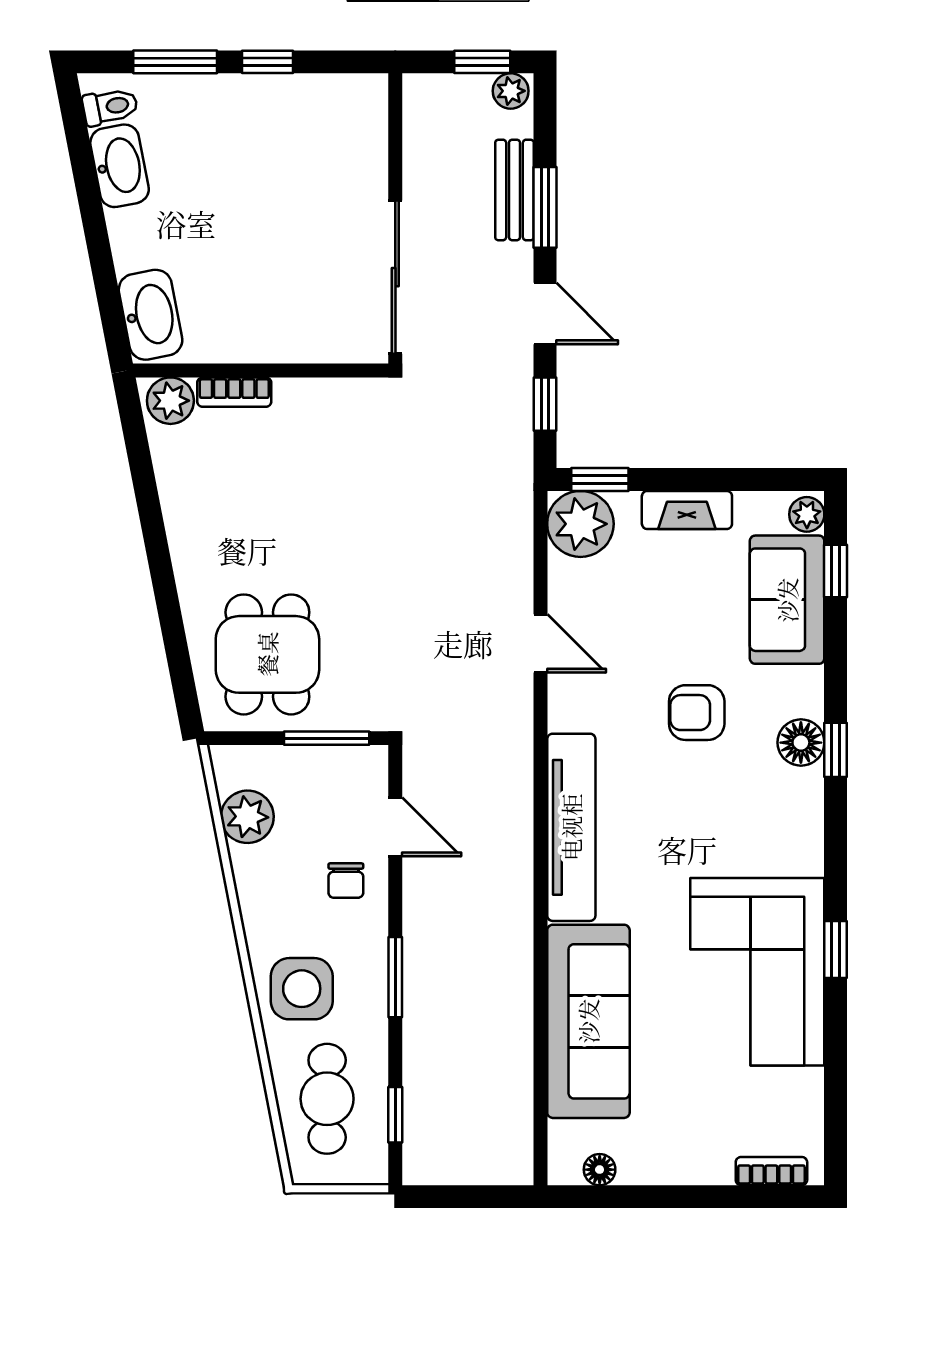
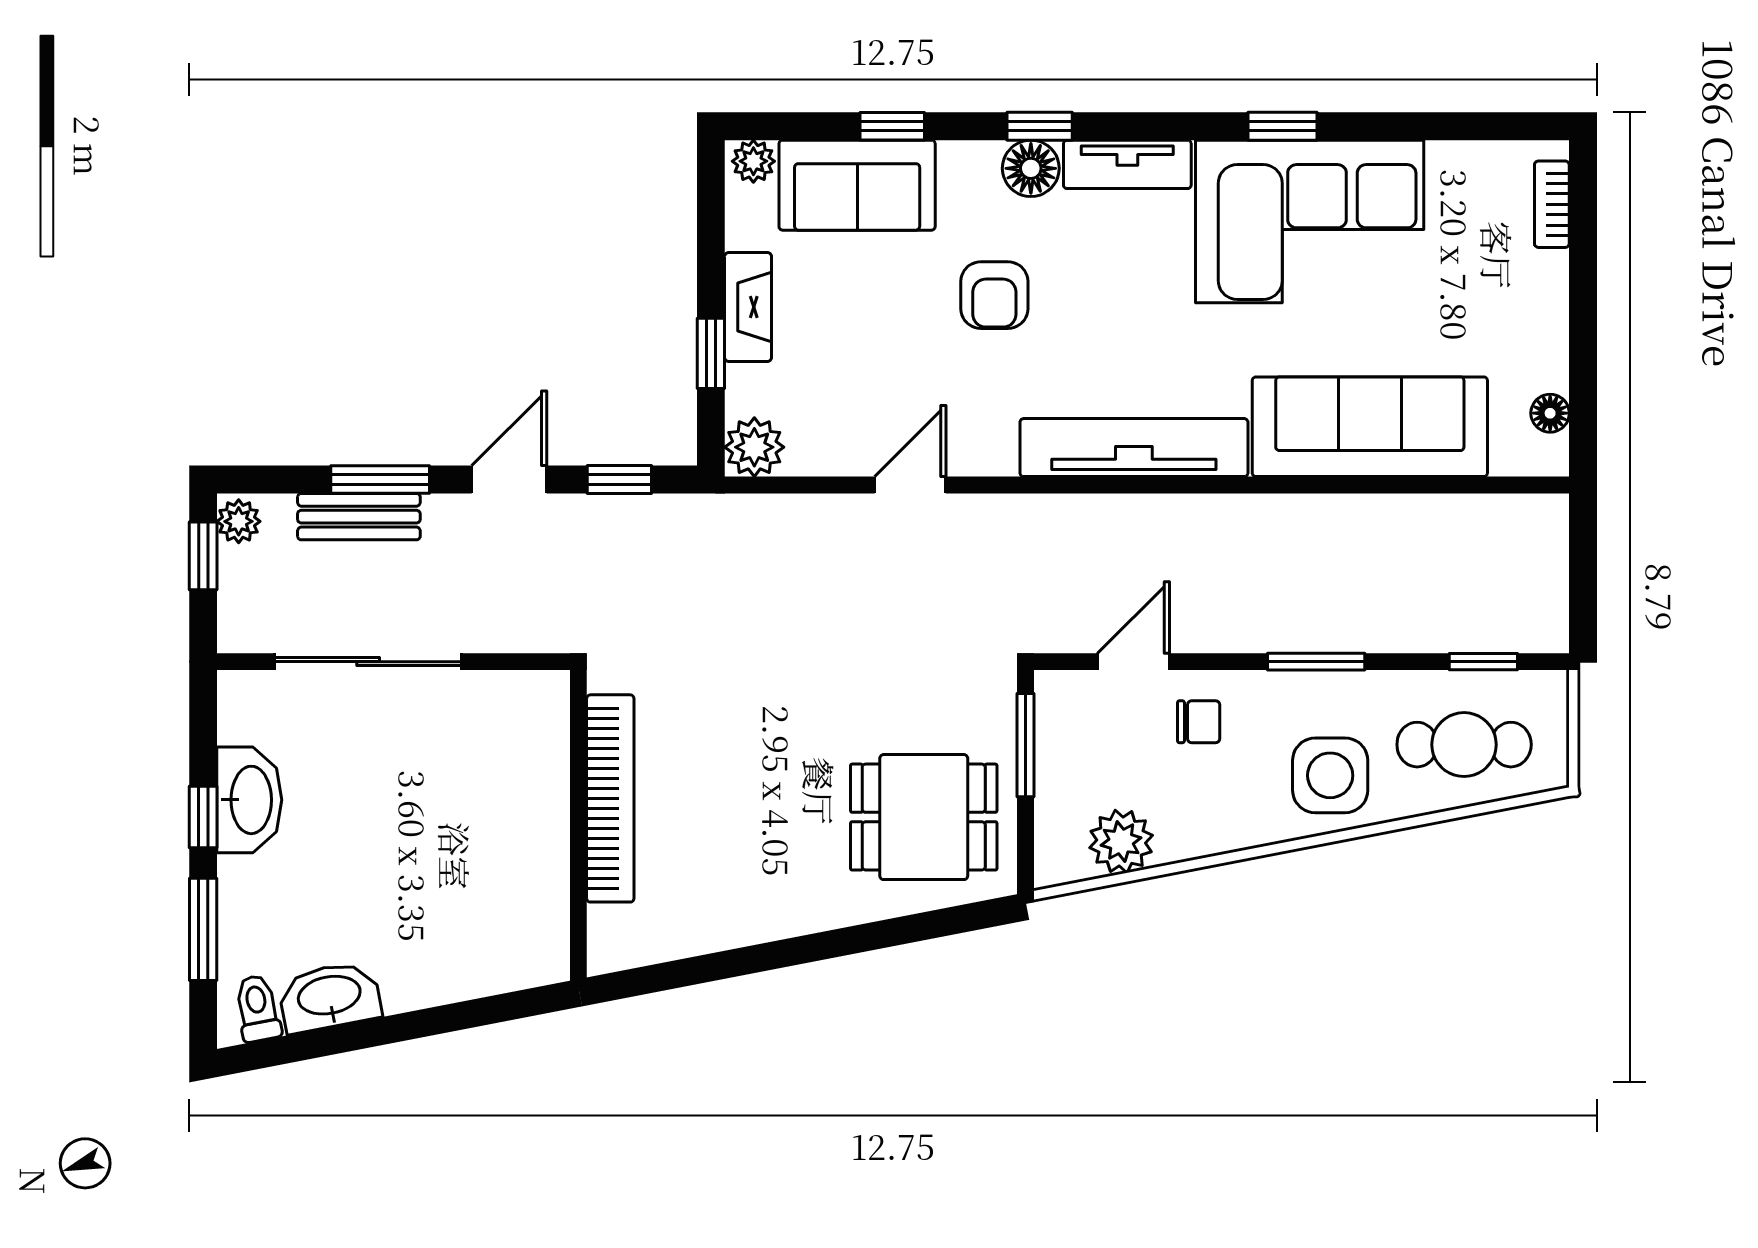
sliding door: (395, 277) -> (368, 662), moved
washbasin: (151, 315) -> (249, 800), moved, turned 101
bookcase: (234, 392) -> (610, 798), width x2.31, depth x1.31
plant: (170, 401) -> (615, 935), removed
window: (600, 479) -> (711, 353), moved
plant: (580, 524) -> (754, 447), width x0.73, depth x0.73
window: (836, 571) -> (892, 126), moved
tv unit: (804, 822) -> (1127, 164), added

